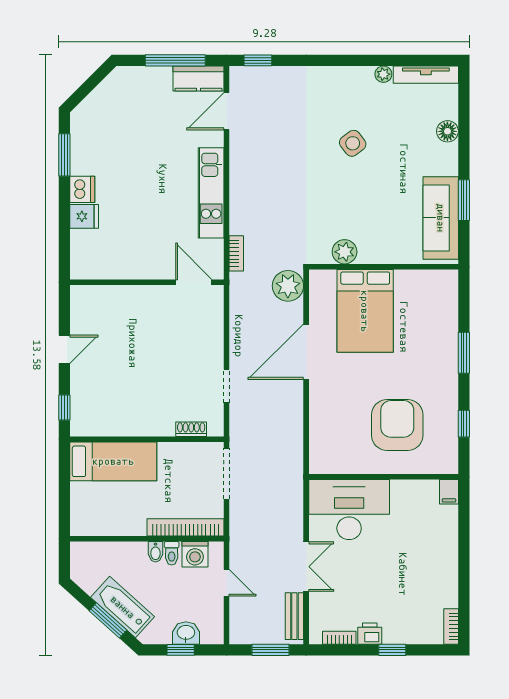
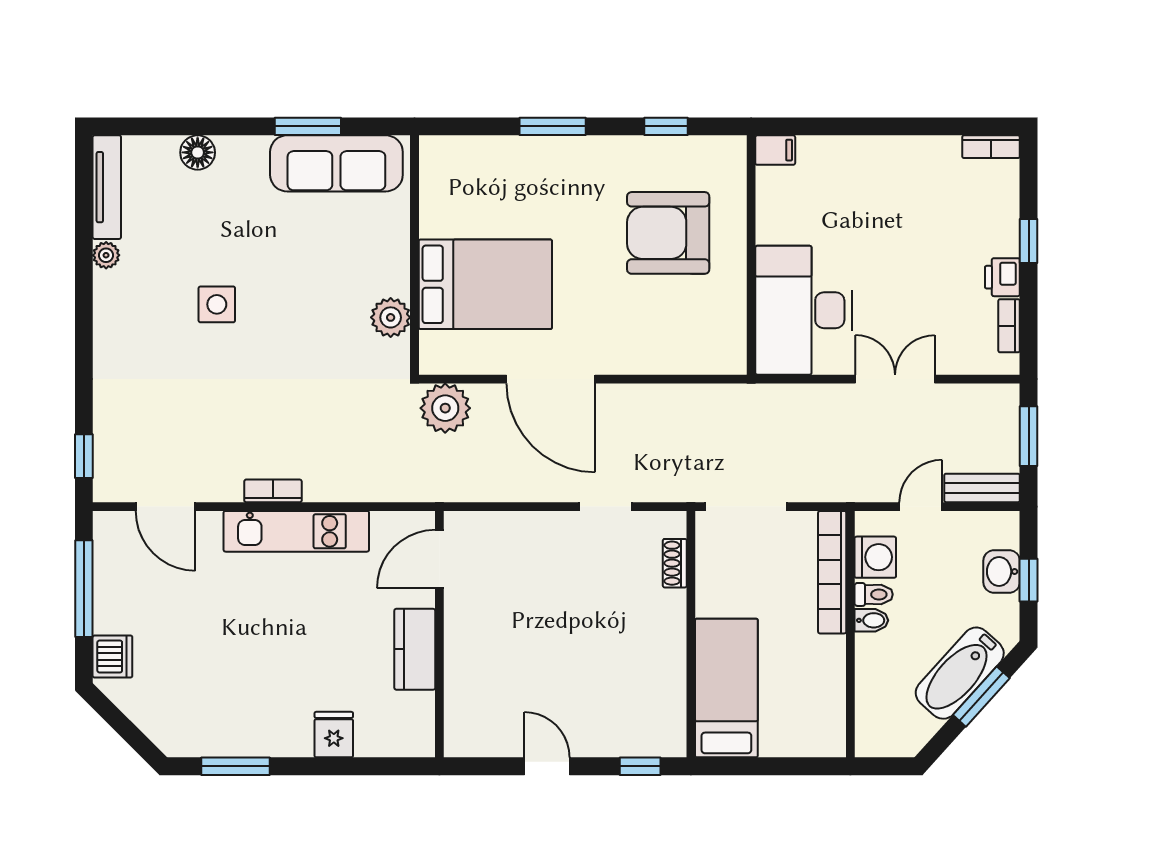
kitchen counter: (199, 79) -> (415, 649), moved, turned 180
side table: (353, 143) -> (217, 304), turned 37
dishwasher: (82, 189) -> (112, 656), moved, turned 90
bookcase: (236, 253) -> (273, 491), moved
bench: (294, 616) -> (982, 488), moved

